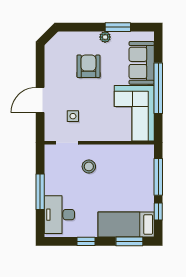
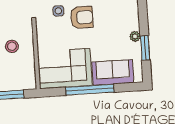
armchair: (88, 66) -> (82, 17), moved
stool: (89, 166) -> (12, 46), moved

